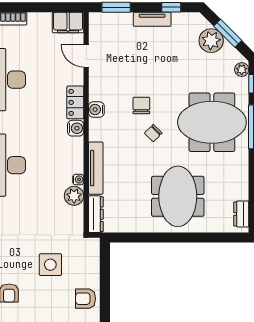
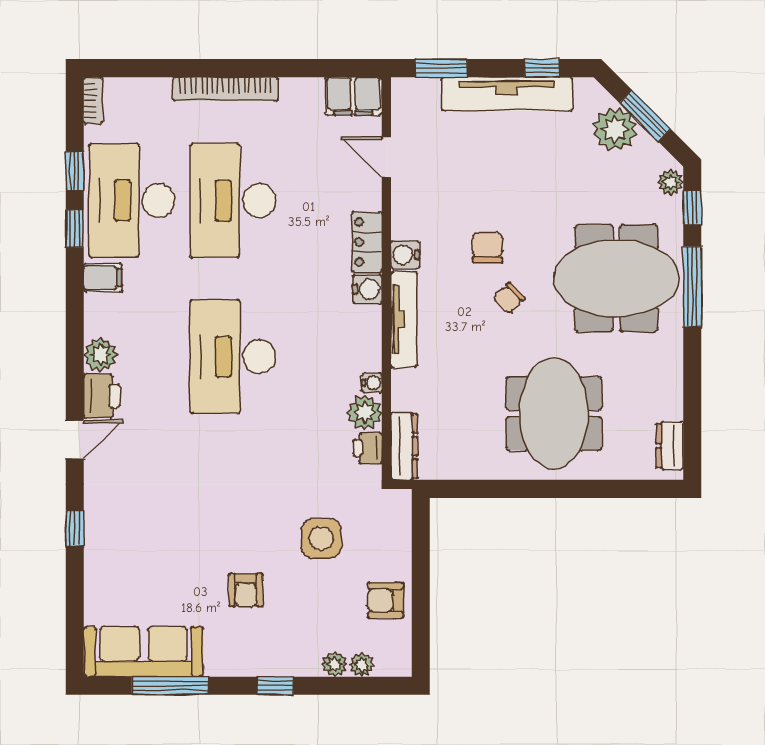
tv unit: (152, 19) -> (507, 94), width x1.92, depth x1.29
tv unit: (96, 168) -> (404, 320), moved
printer: (76, 215) -> (368, 448), added

